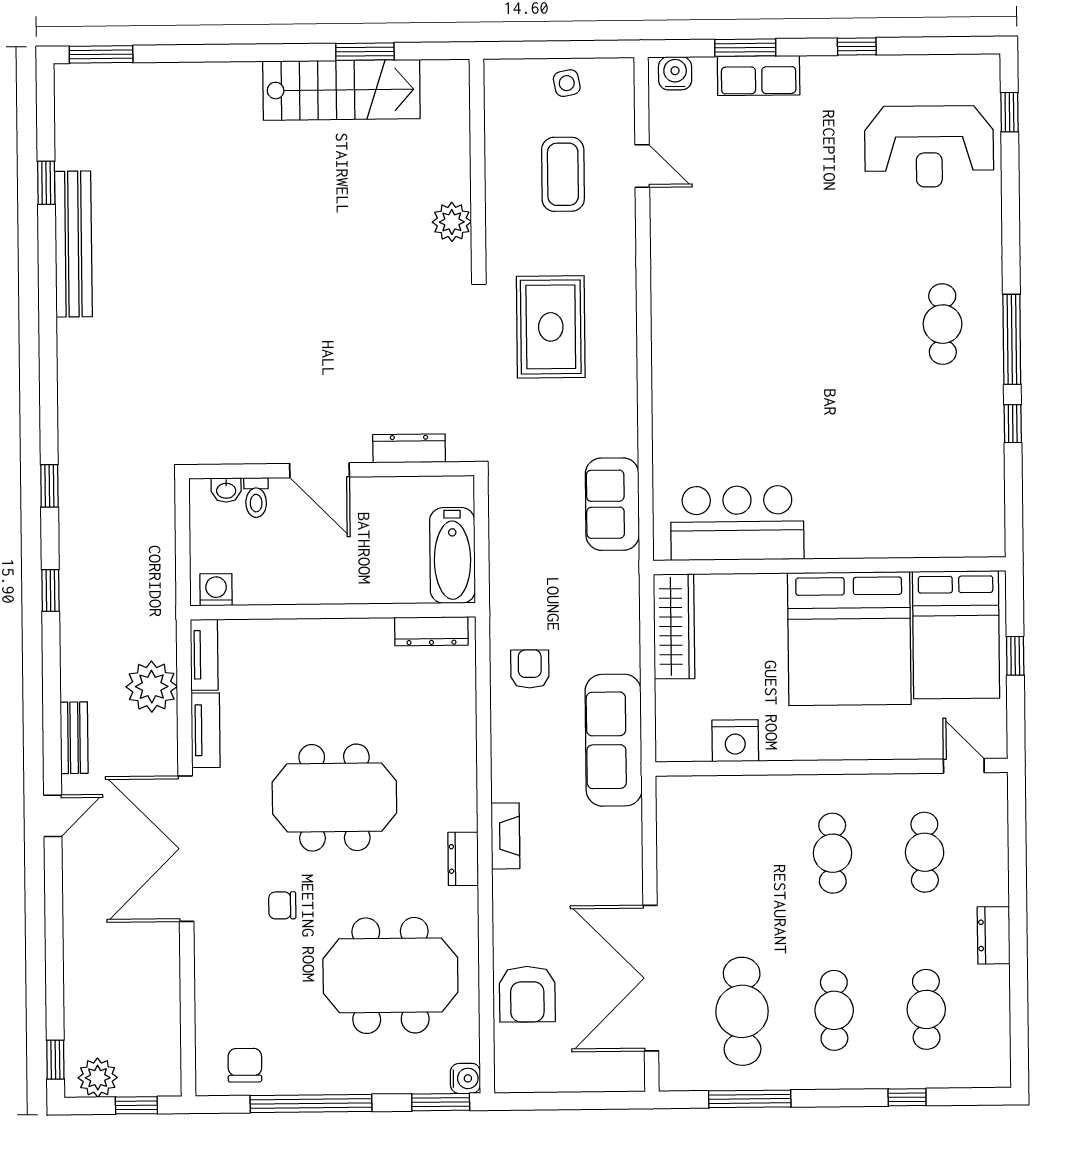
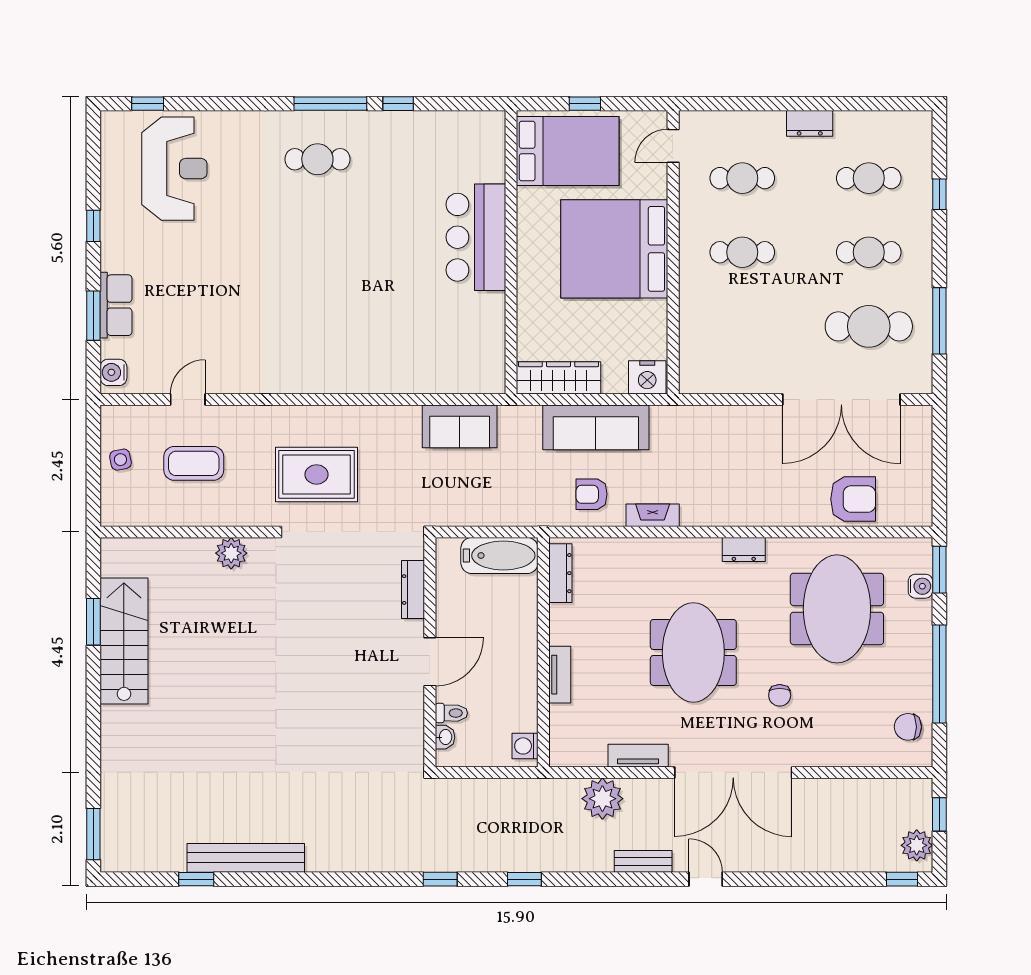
bar counter: (737, 523) -> (476, 237), moved
bed: (849, 639) -> (614, 249), moved, turned 180
tv unit: (204, 655) -> (560, 675), moved, turned 90
sofa: (614, 740) -> (596, 427), moved
nightstand: (735, 741) -> (647, 377), moved, turned 90
fireplace: (505, 836) -> (653, 515), moved
water cooler: (465, 1078) -> (920, 586), moved, turned 90

